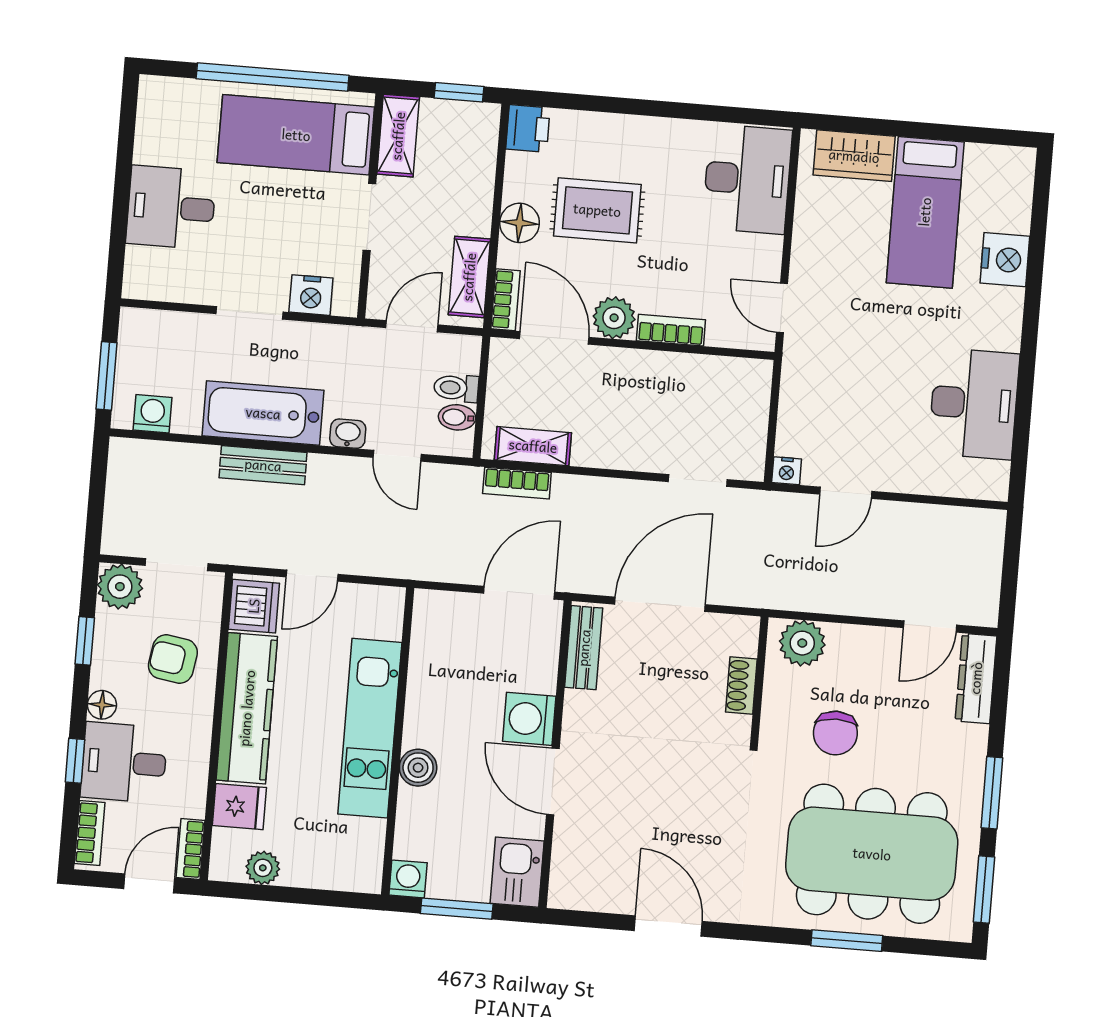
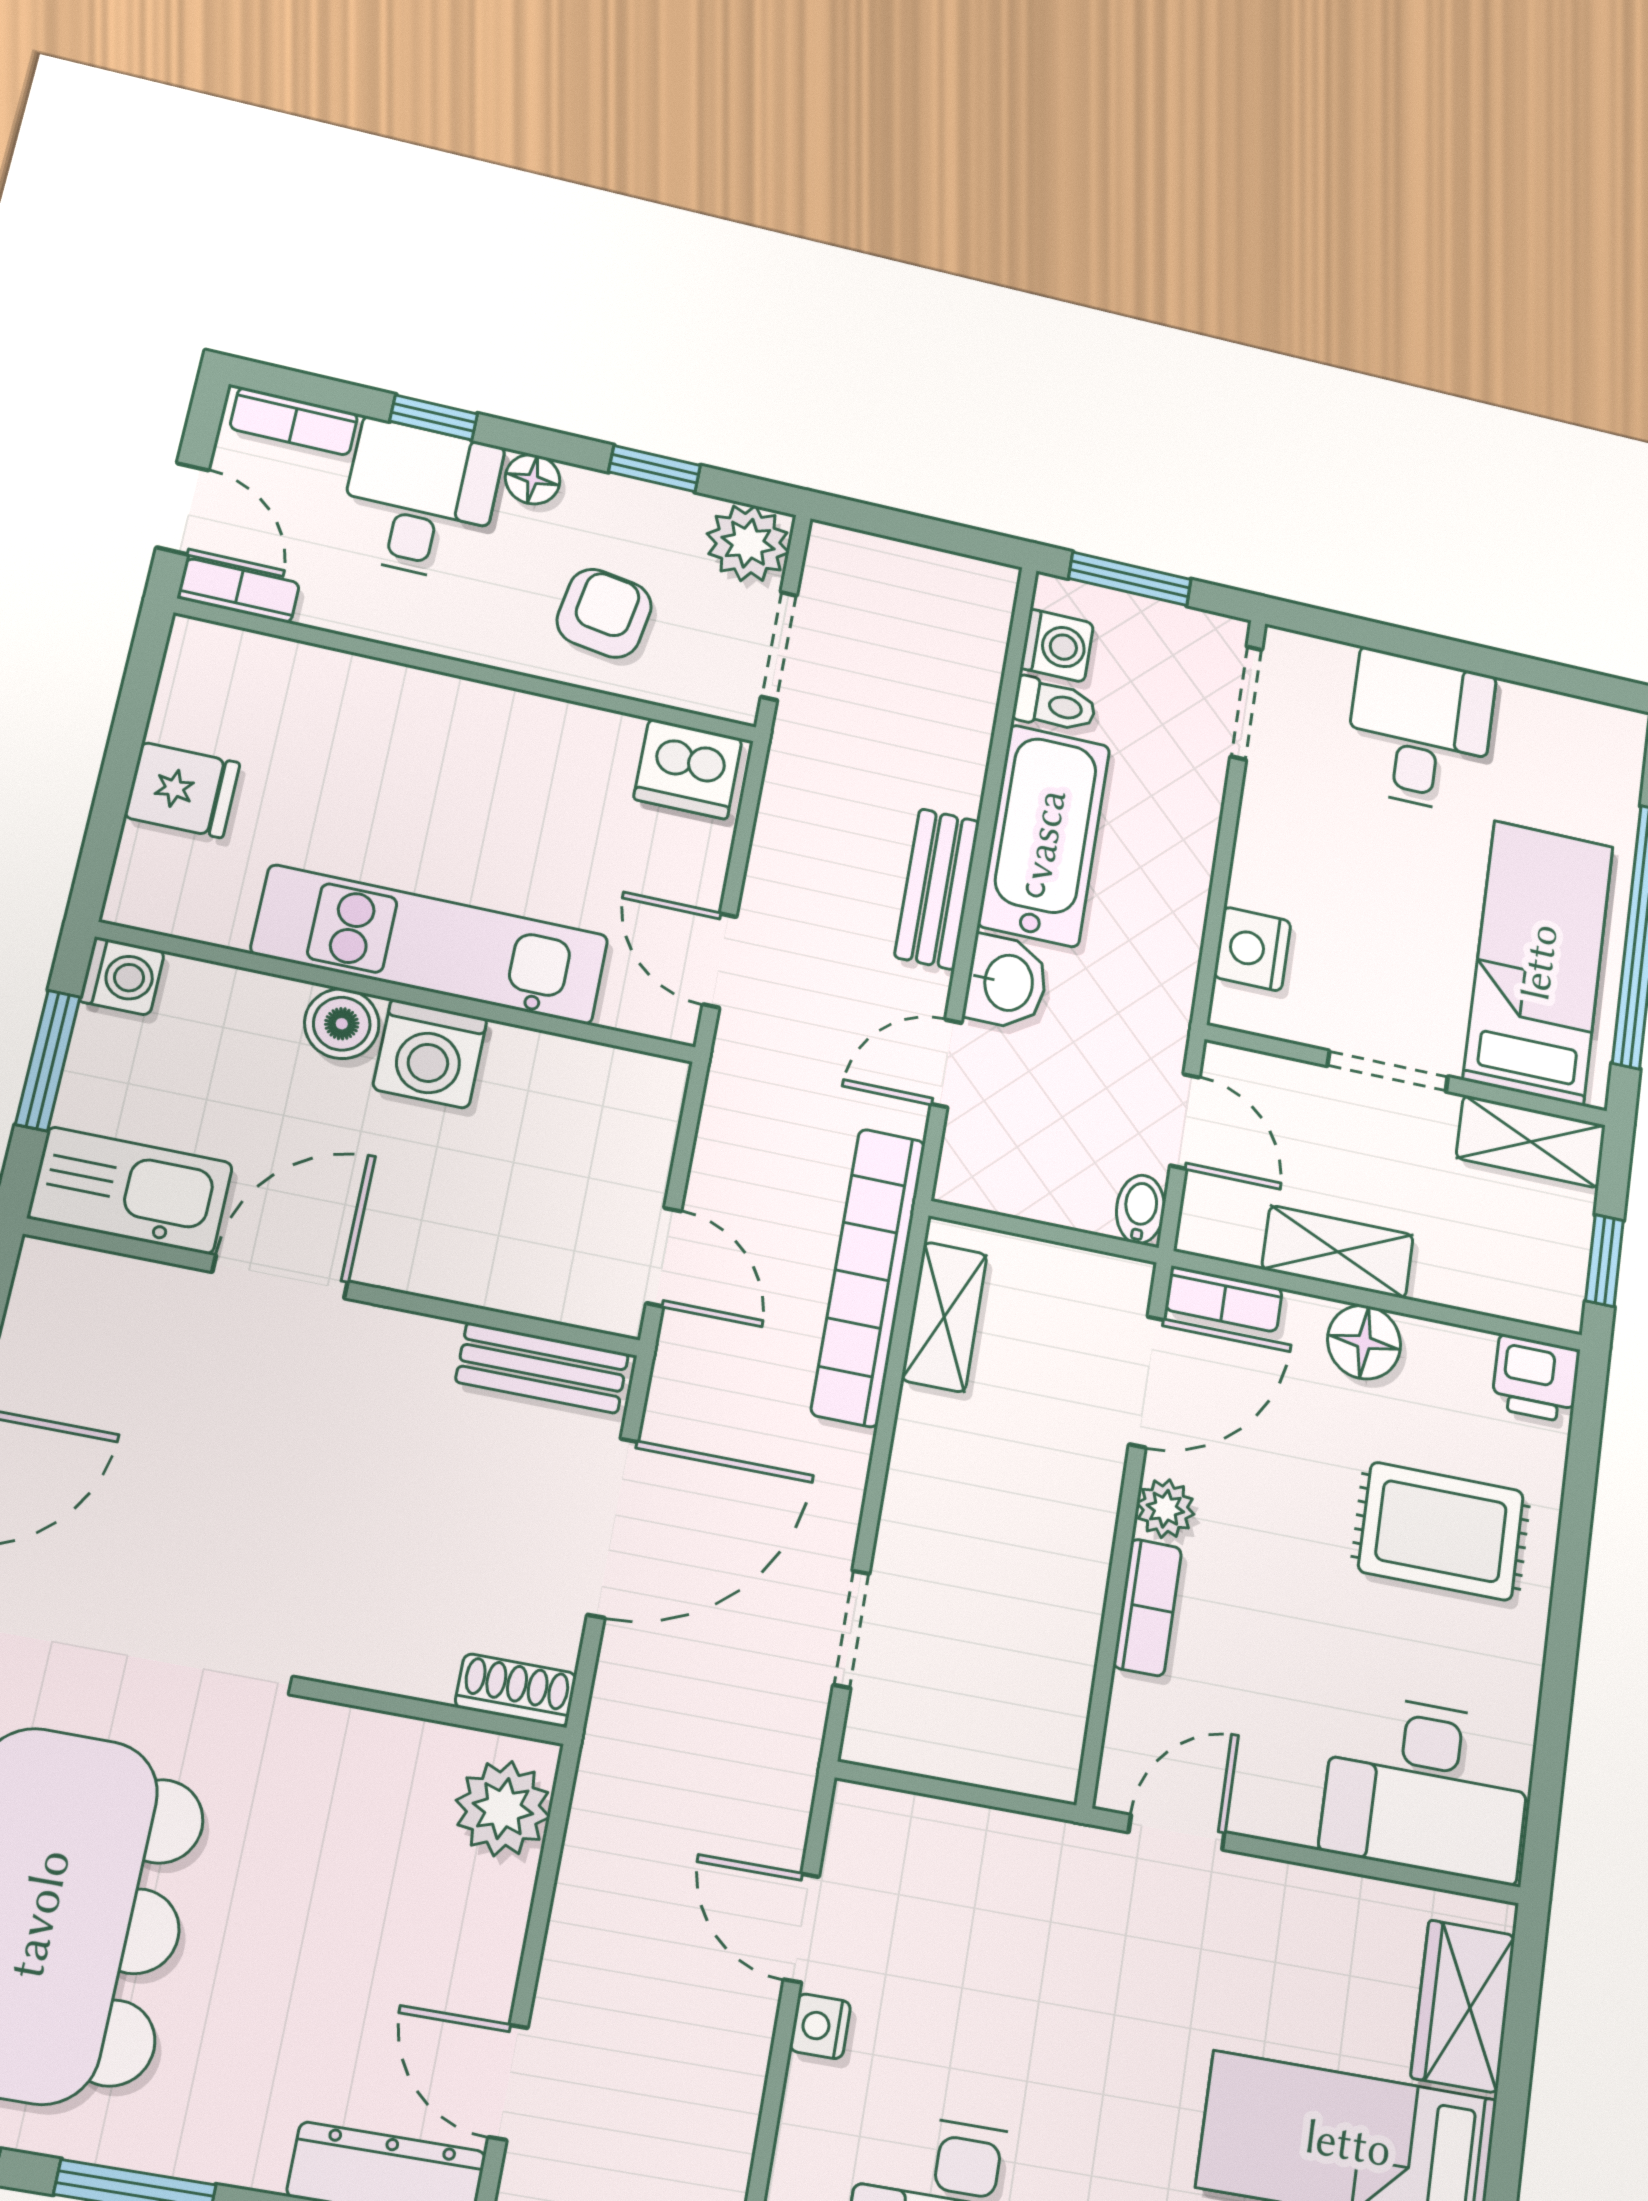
rug: (597, 210) -> (1441, 1531), moved, turned 90
shelving: (469, 277) -> (1338, 1252), moved
doorway: (250, 313) -> (1246, 703), moved
plant: (614, 318) -> (1165, 1509), width x0.73, depth x0.73
toilet: (456, 388) -> (1054, 705), moved, turned 90
bidet: (457, 417) -> (1140, 1209), moved
washbasin: (348, 434) -> (1006, 982), width x1.38, depth x1.45
bench: (263, 465) -> (937, 889), moved
nightstand: (787, 471) -> (820, 2026), moved
bookcase: (517, 483) -> (868, 1277), width x2.31, depth x1.31
door: (312, 576) -> (720, 960), moved
door: (519, 593) -> (664, 1257), width x0.73
door: (660, 604) -> (613, 1528), hinge flipped
shoe rack: (741, 686) -> (516, 1690), moved
kitchen counter: (247, 708) -> (496, 729), removed
washing machine: (529, 719) -> (430, 1054), moved, turned 180
chair: (835, 733) -> (307, 1860), removed
fridge: (239, 807) -> (182, 790), moved, turned -90
plant: (263, 868) -> (183, 713), removed
kitchen sink: (517, 872) -> (130, 1191), width x1.38

